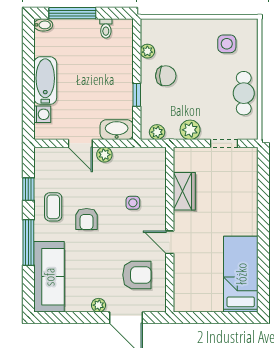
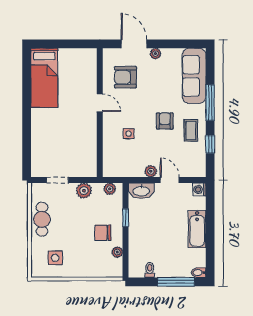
washing machine: (42, 114) -> (199, 189), moved
wardrobe: (184, 191) -> (88, 143), removed

